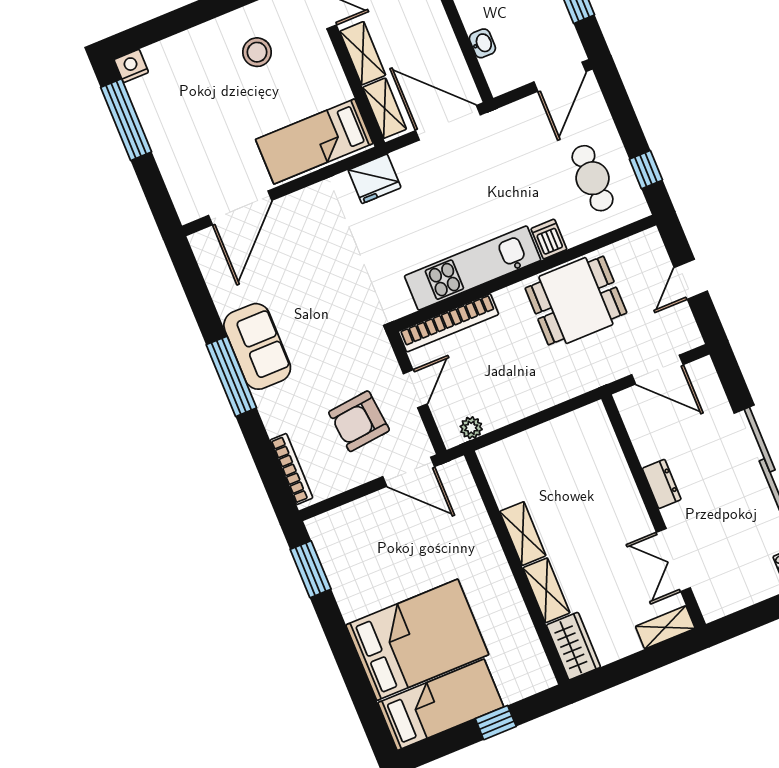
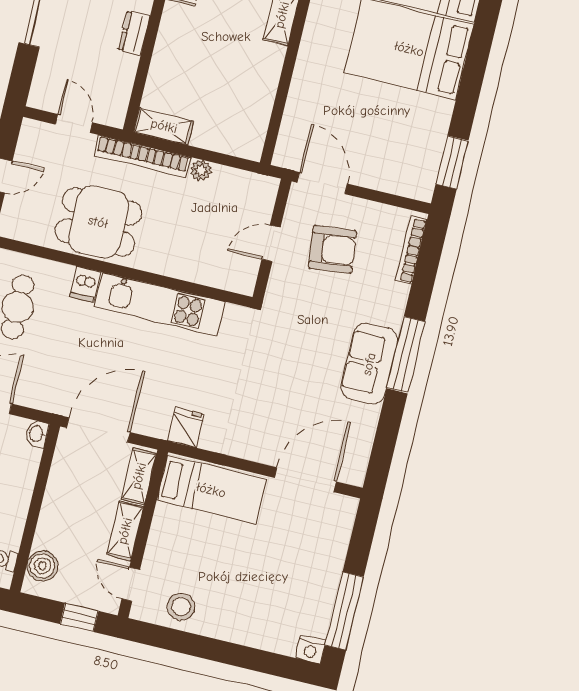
washbasin: (482, 43) -> (37, 434), moved
stool: (257, 52) -> (181, 607), moved
door: (448, 123) -> (98, 430), swing flipped
fridge: (375, 179) -> (186, 427), width x0.72
bookcase: (448, 323) -> (142, 156), moved, turned 180
door: (657, 370) -> (74, 123), width x0.73
plant: (471, 428) -> (201, 170), moved
shelving: (523, 534) -> (164, 126), moved, turned 90

